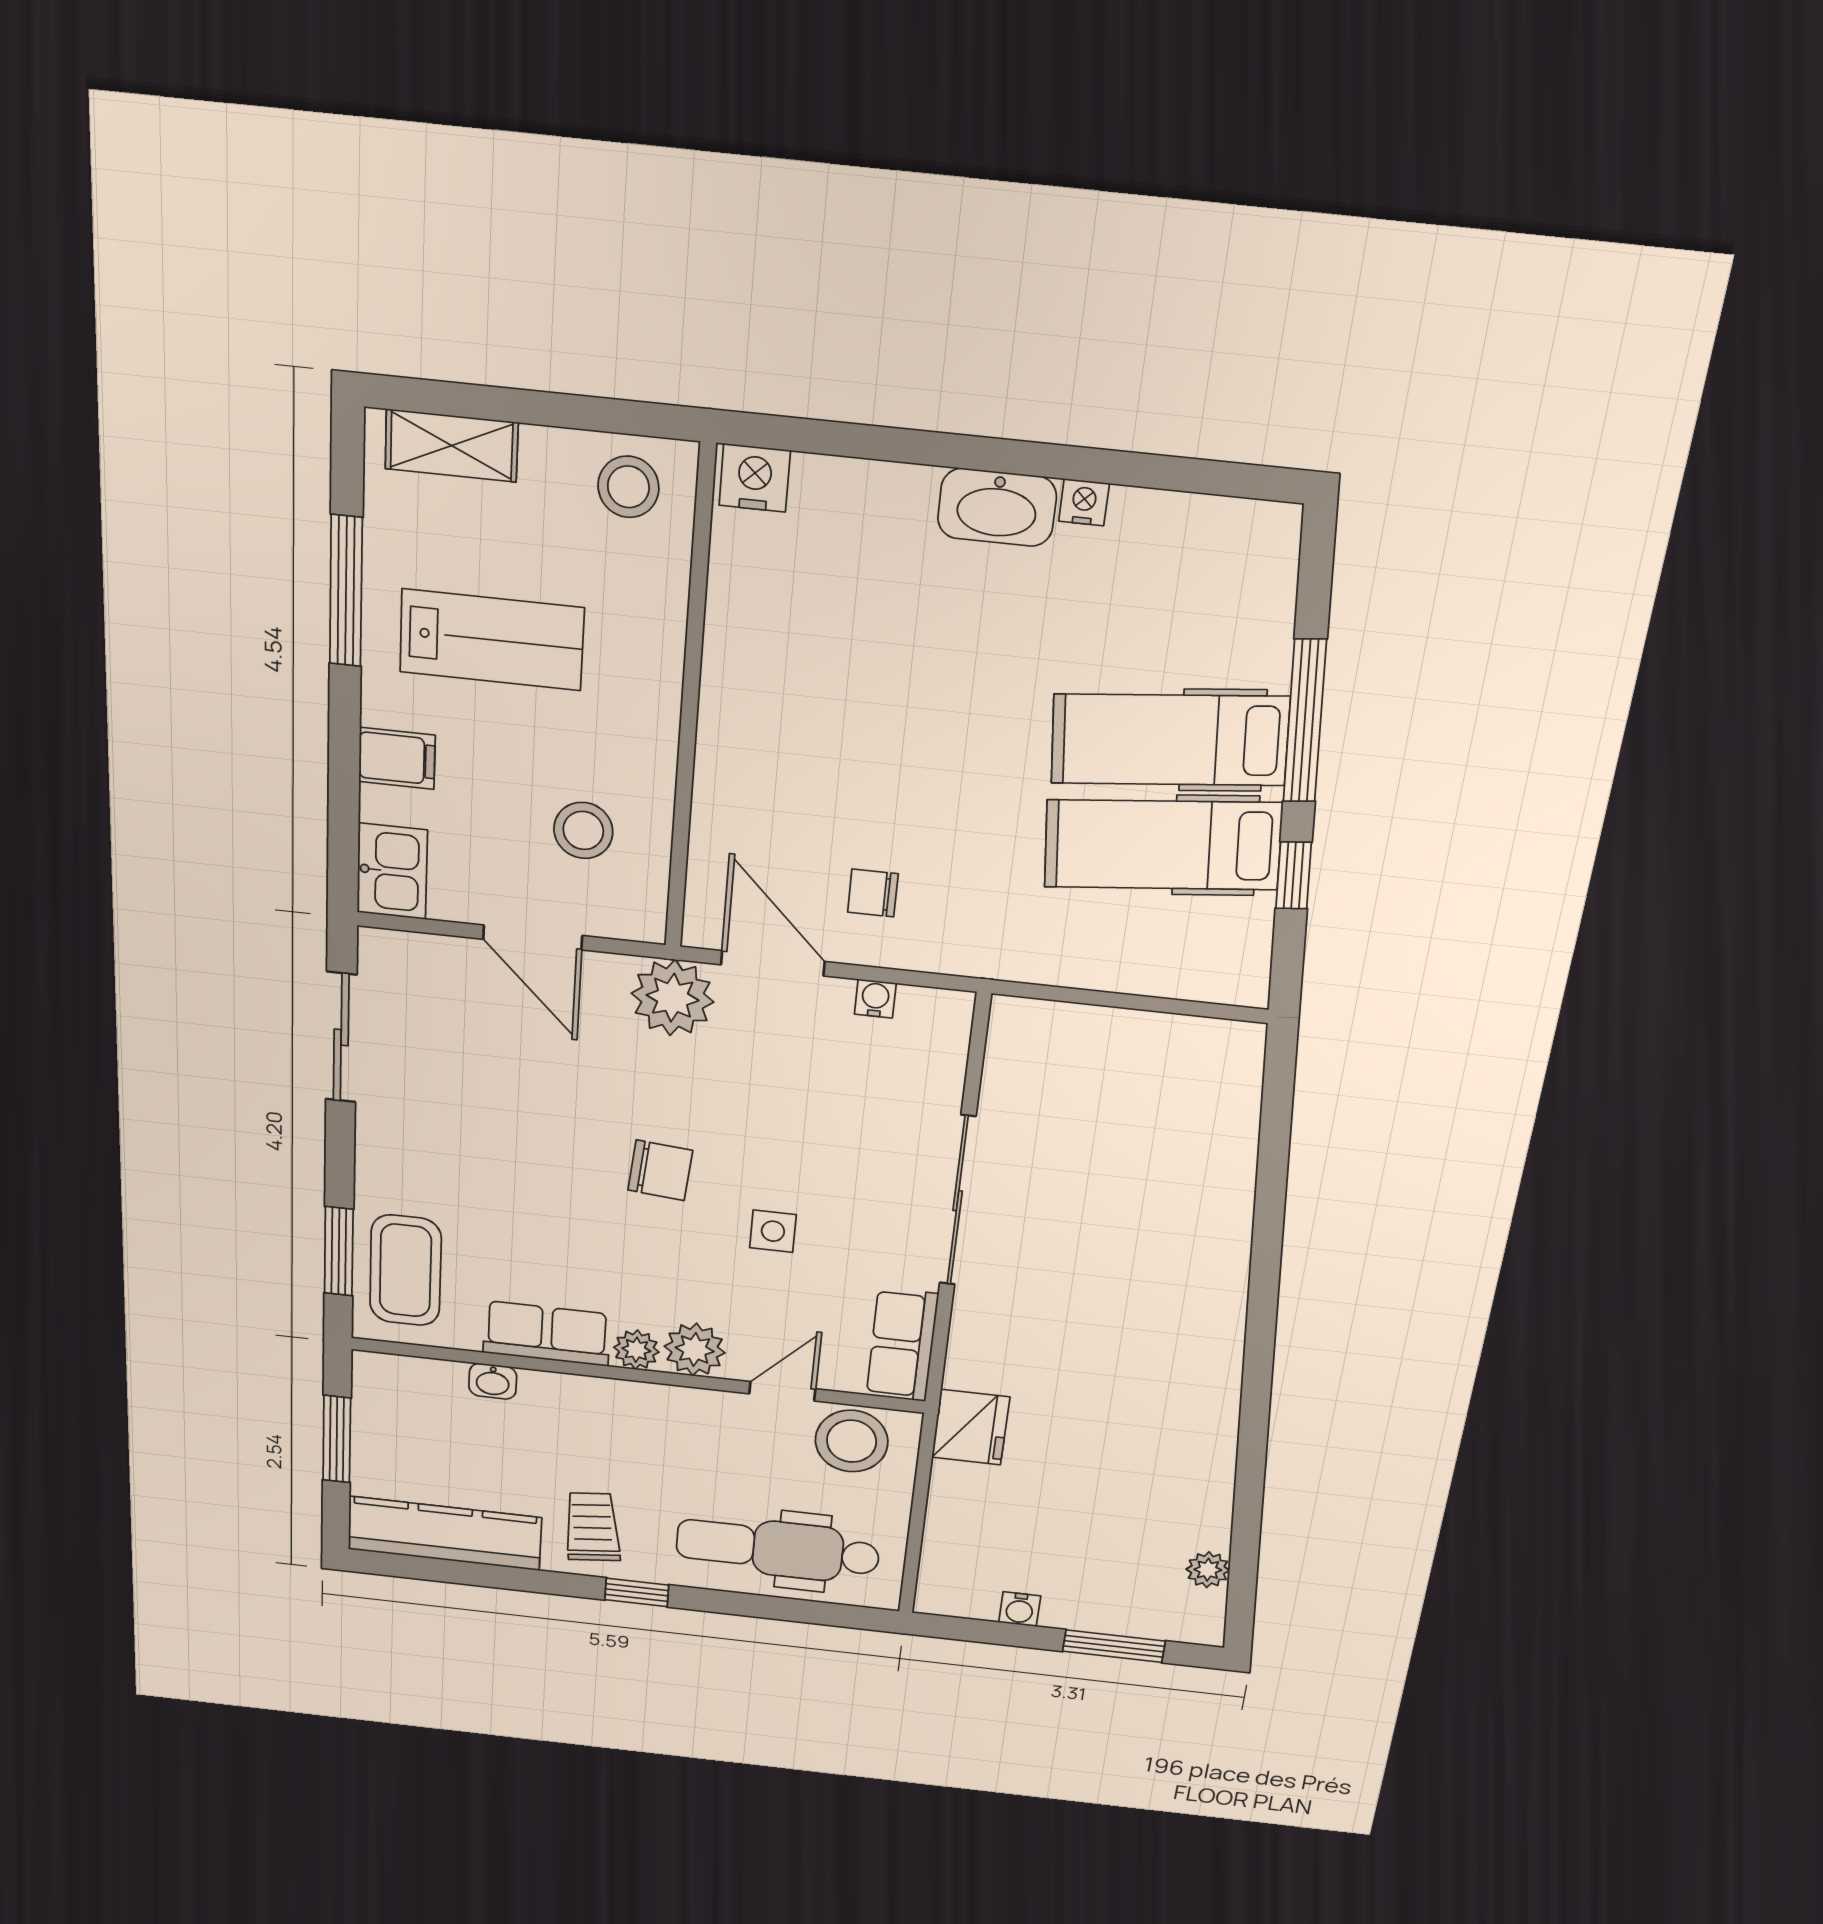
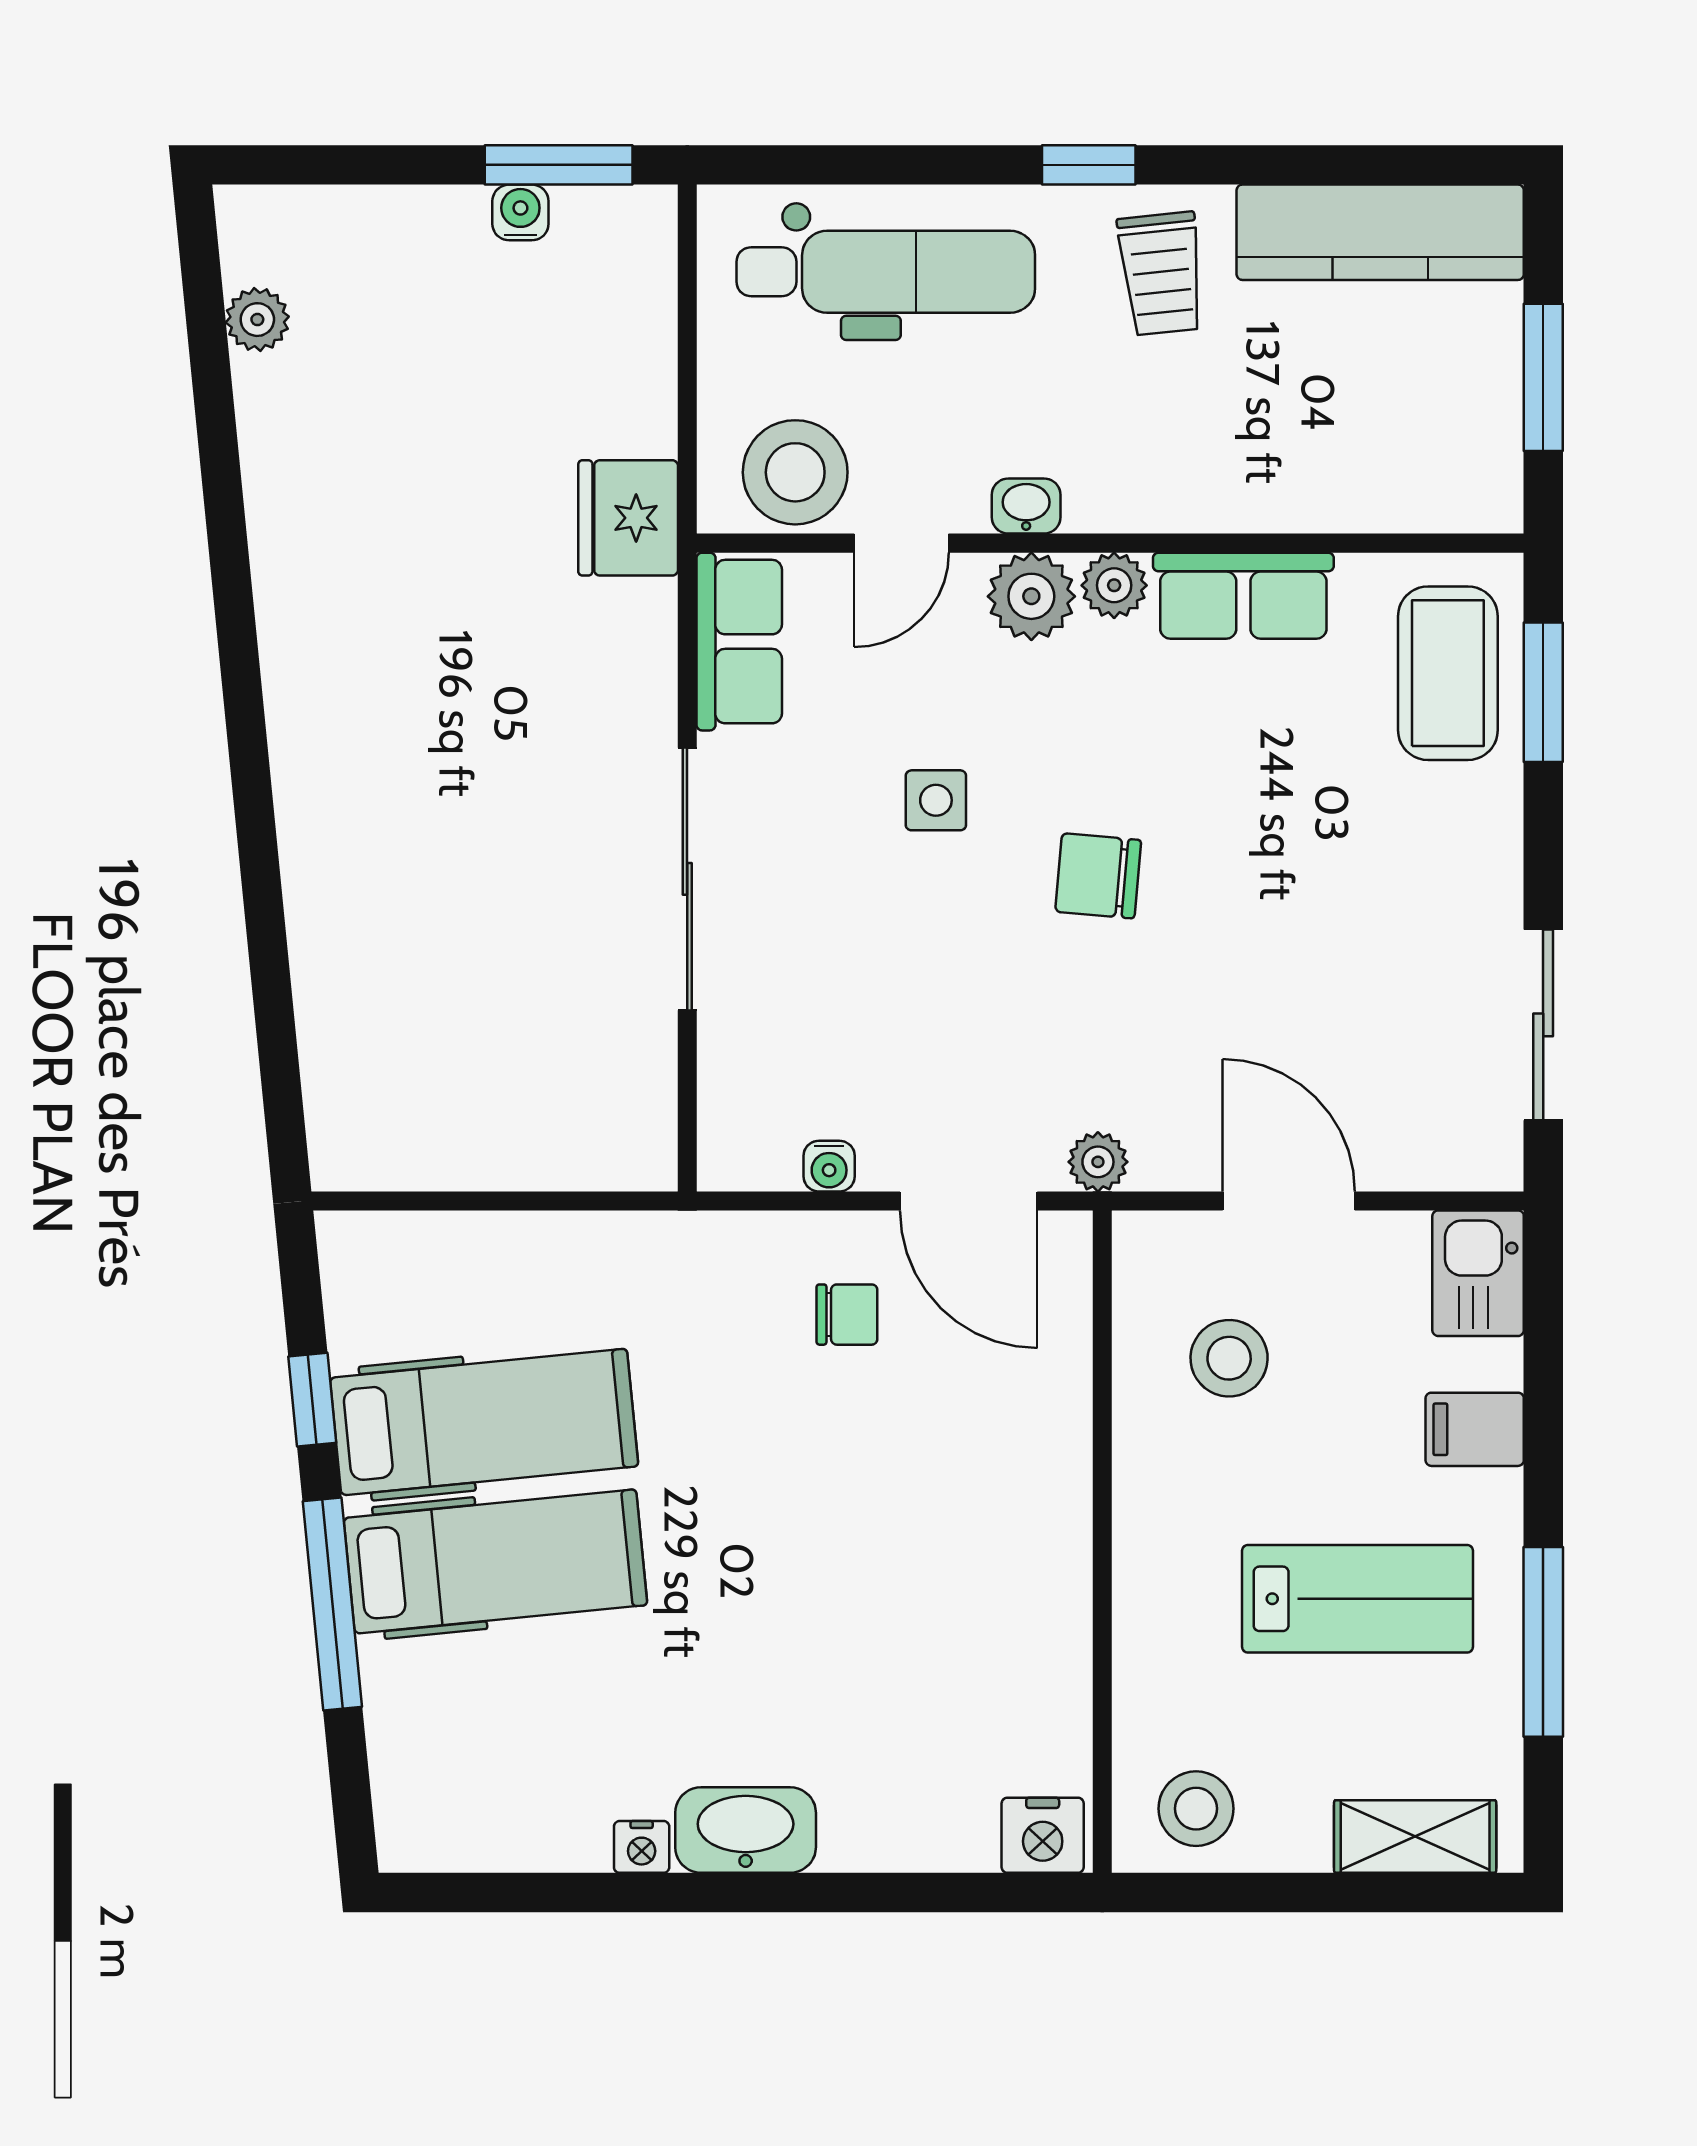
lab bench: (492, 640) -> (1358, 1599), turned 180
plant: (673, 998) -> (1098, 1162), width x0.53, depth x0.53
washbasin: (493, 1381) -> (1026, 506), moved
window: (1114, 1646) -> (559, 165), moved

